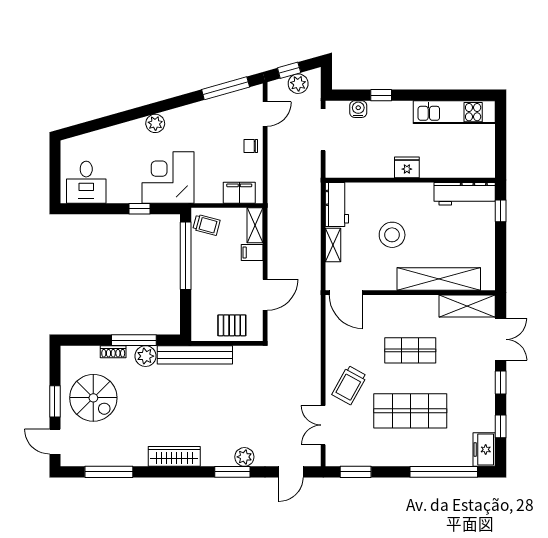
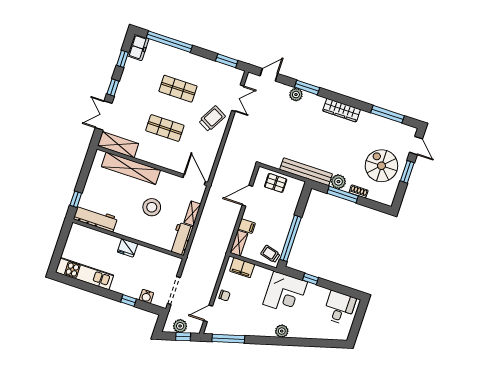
shop shelf: (410, 411) -> (178, 89), width x0.70, depth x0.74

